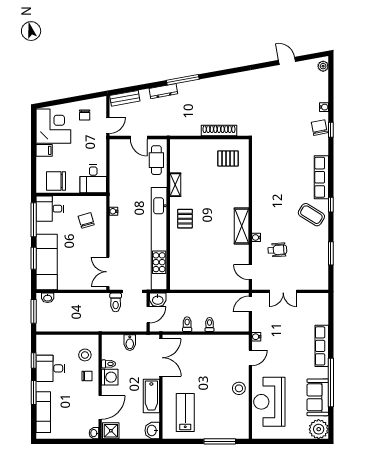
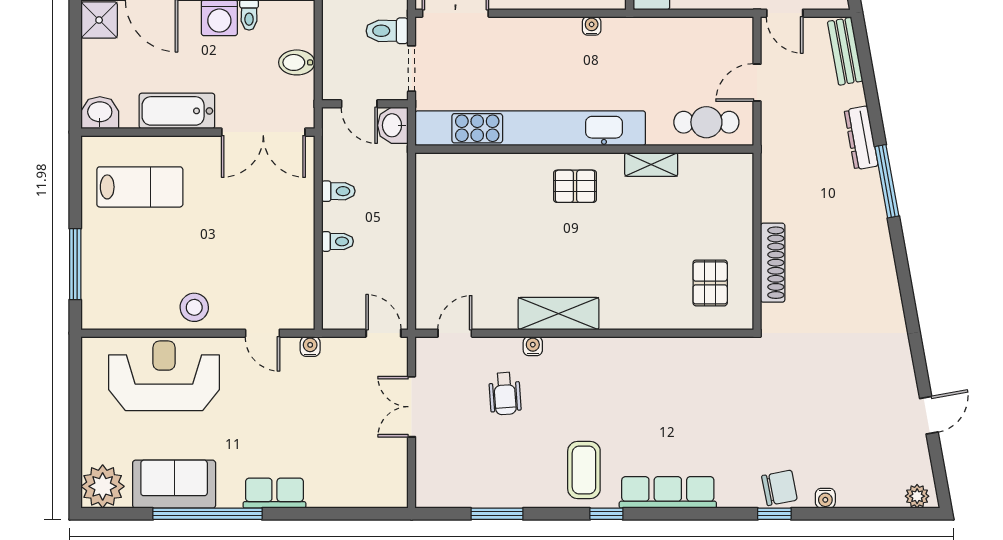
coffee table: (311, 215) -> (584, 470), turned -32
row of seats: (322, 346) -> (274, 493), width x0.68

